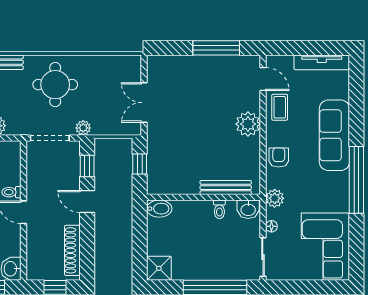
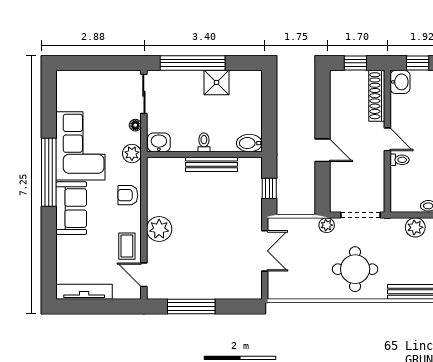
sofa: (334, 135) -> (71, 208), width x0.73
armchair: (279, 157) -> (128, 195), turned 90
window: (87, 166) -> (322, 186), removed
bench: (226, 188) -> (211, 164), moved
toilet: (219, 209) -> (204, 142), moved
corner sofa: (325, 247) -> (80, 146), moved
shoe rack: (72, 250) -> (377, 96), moved, turned 180
shower: (159, 268) -> (217, 82), moved

